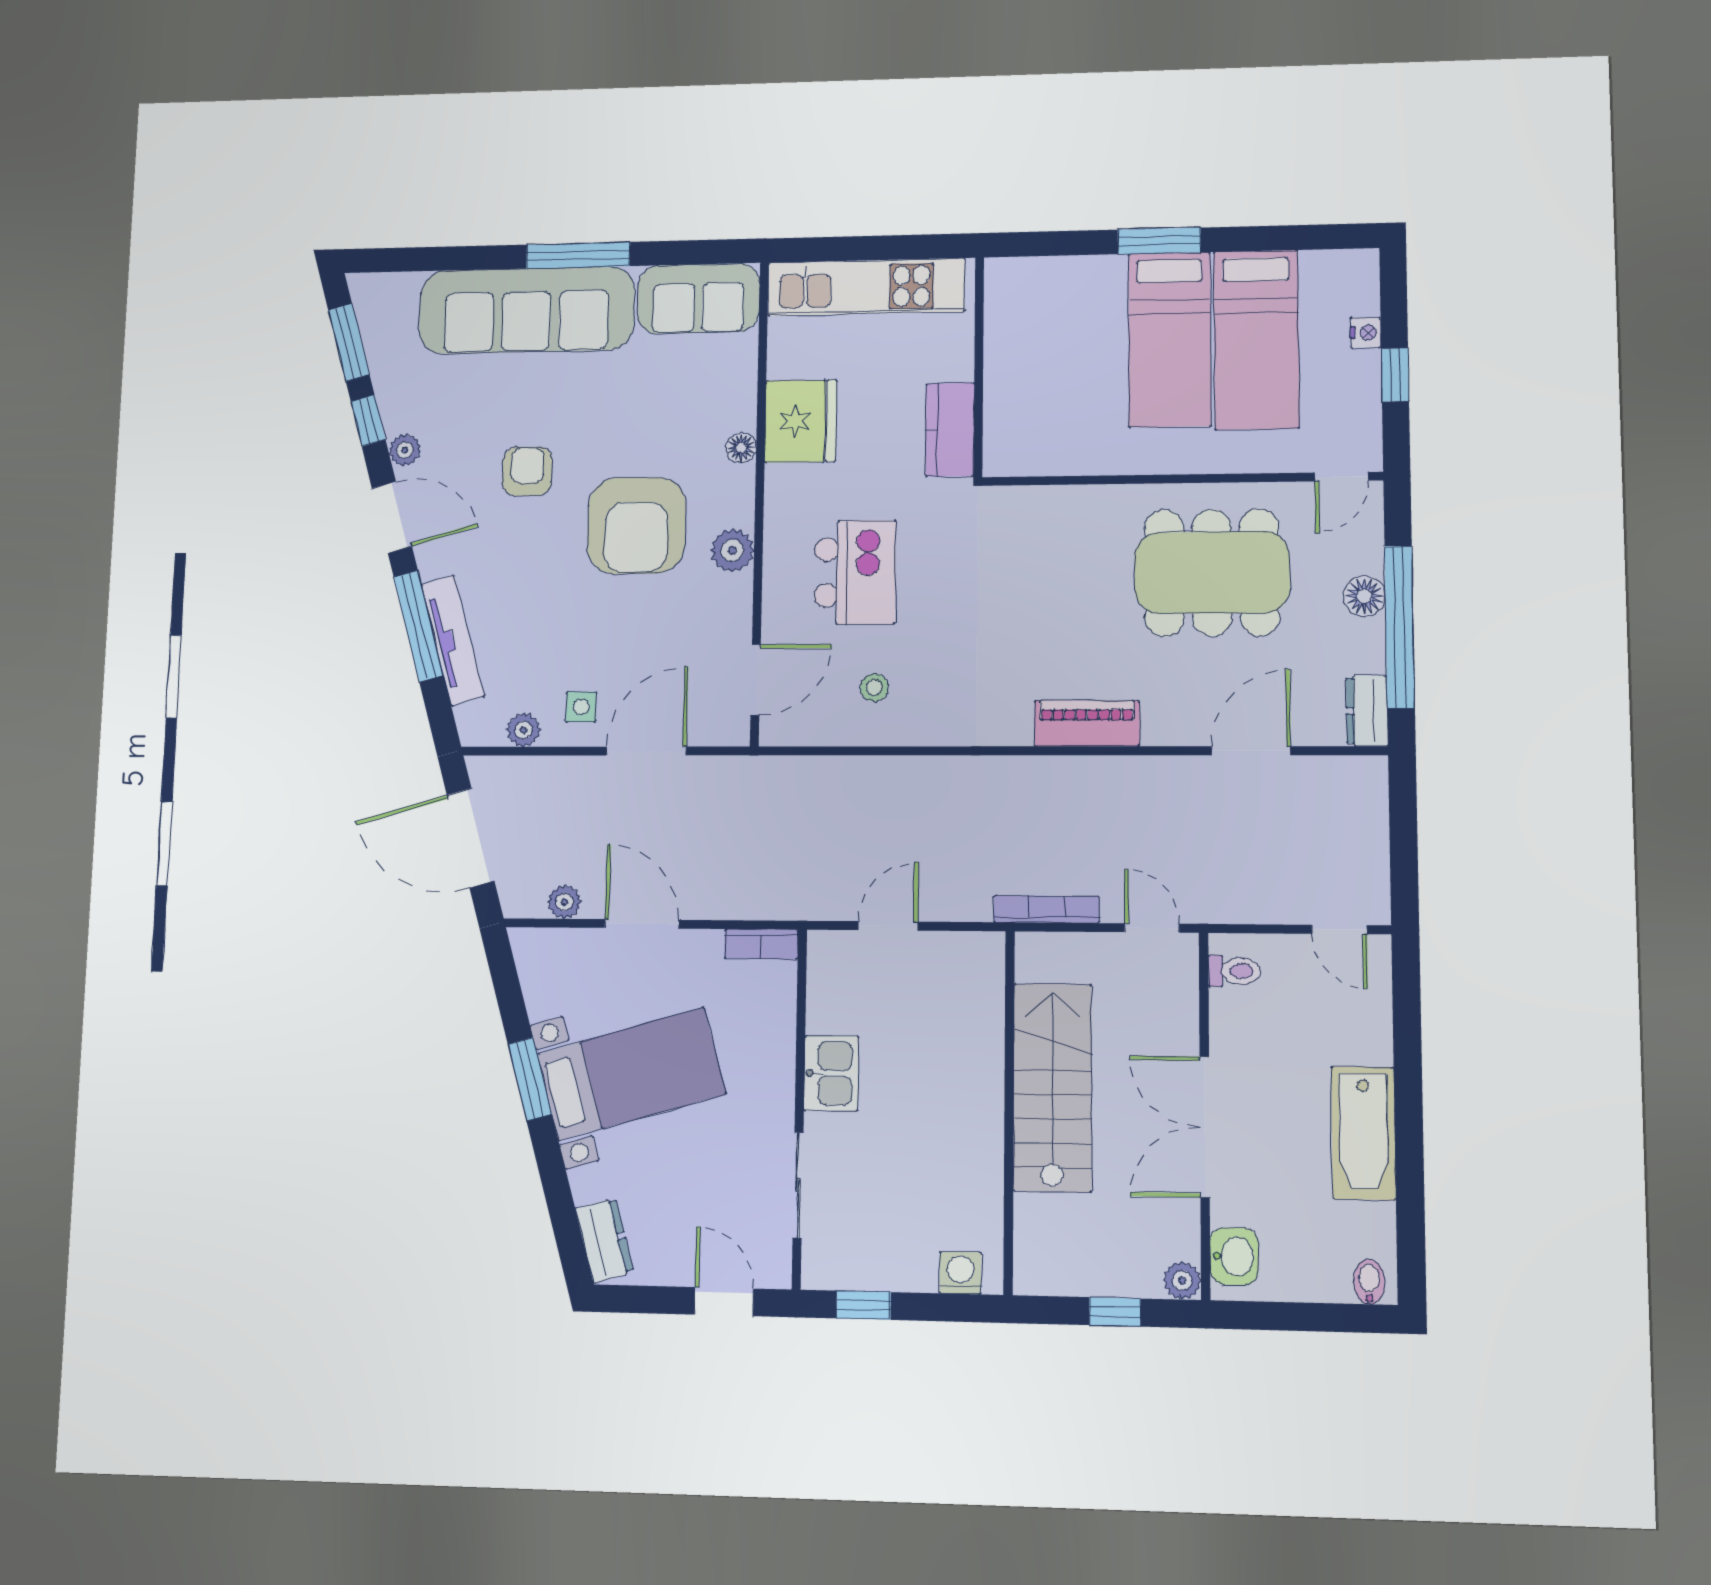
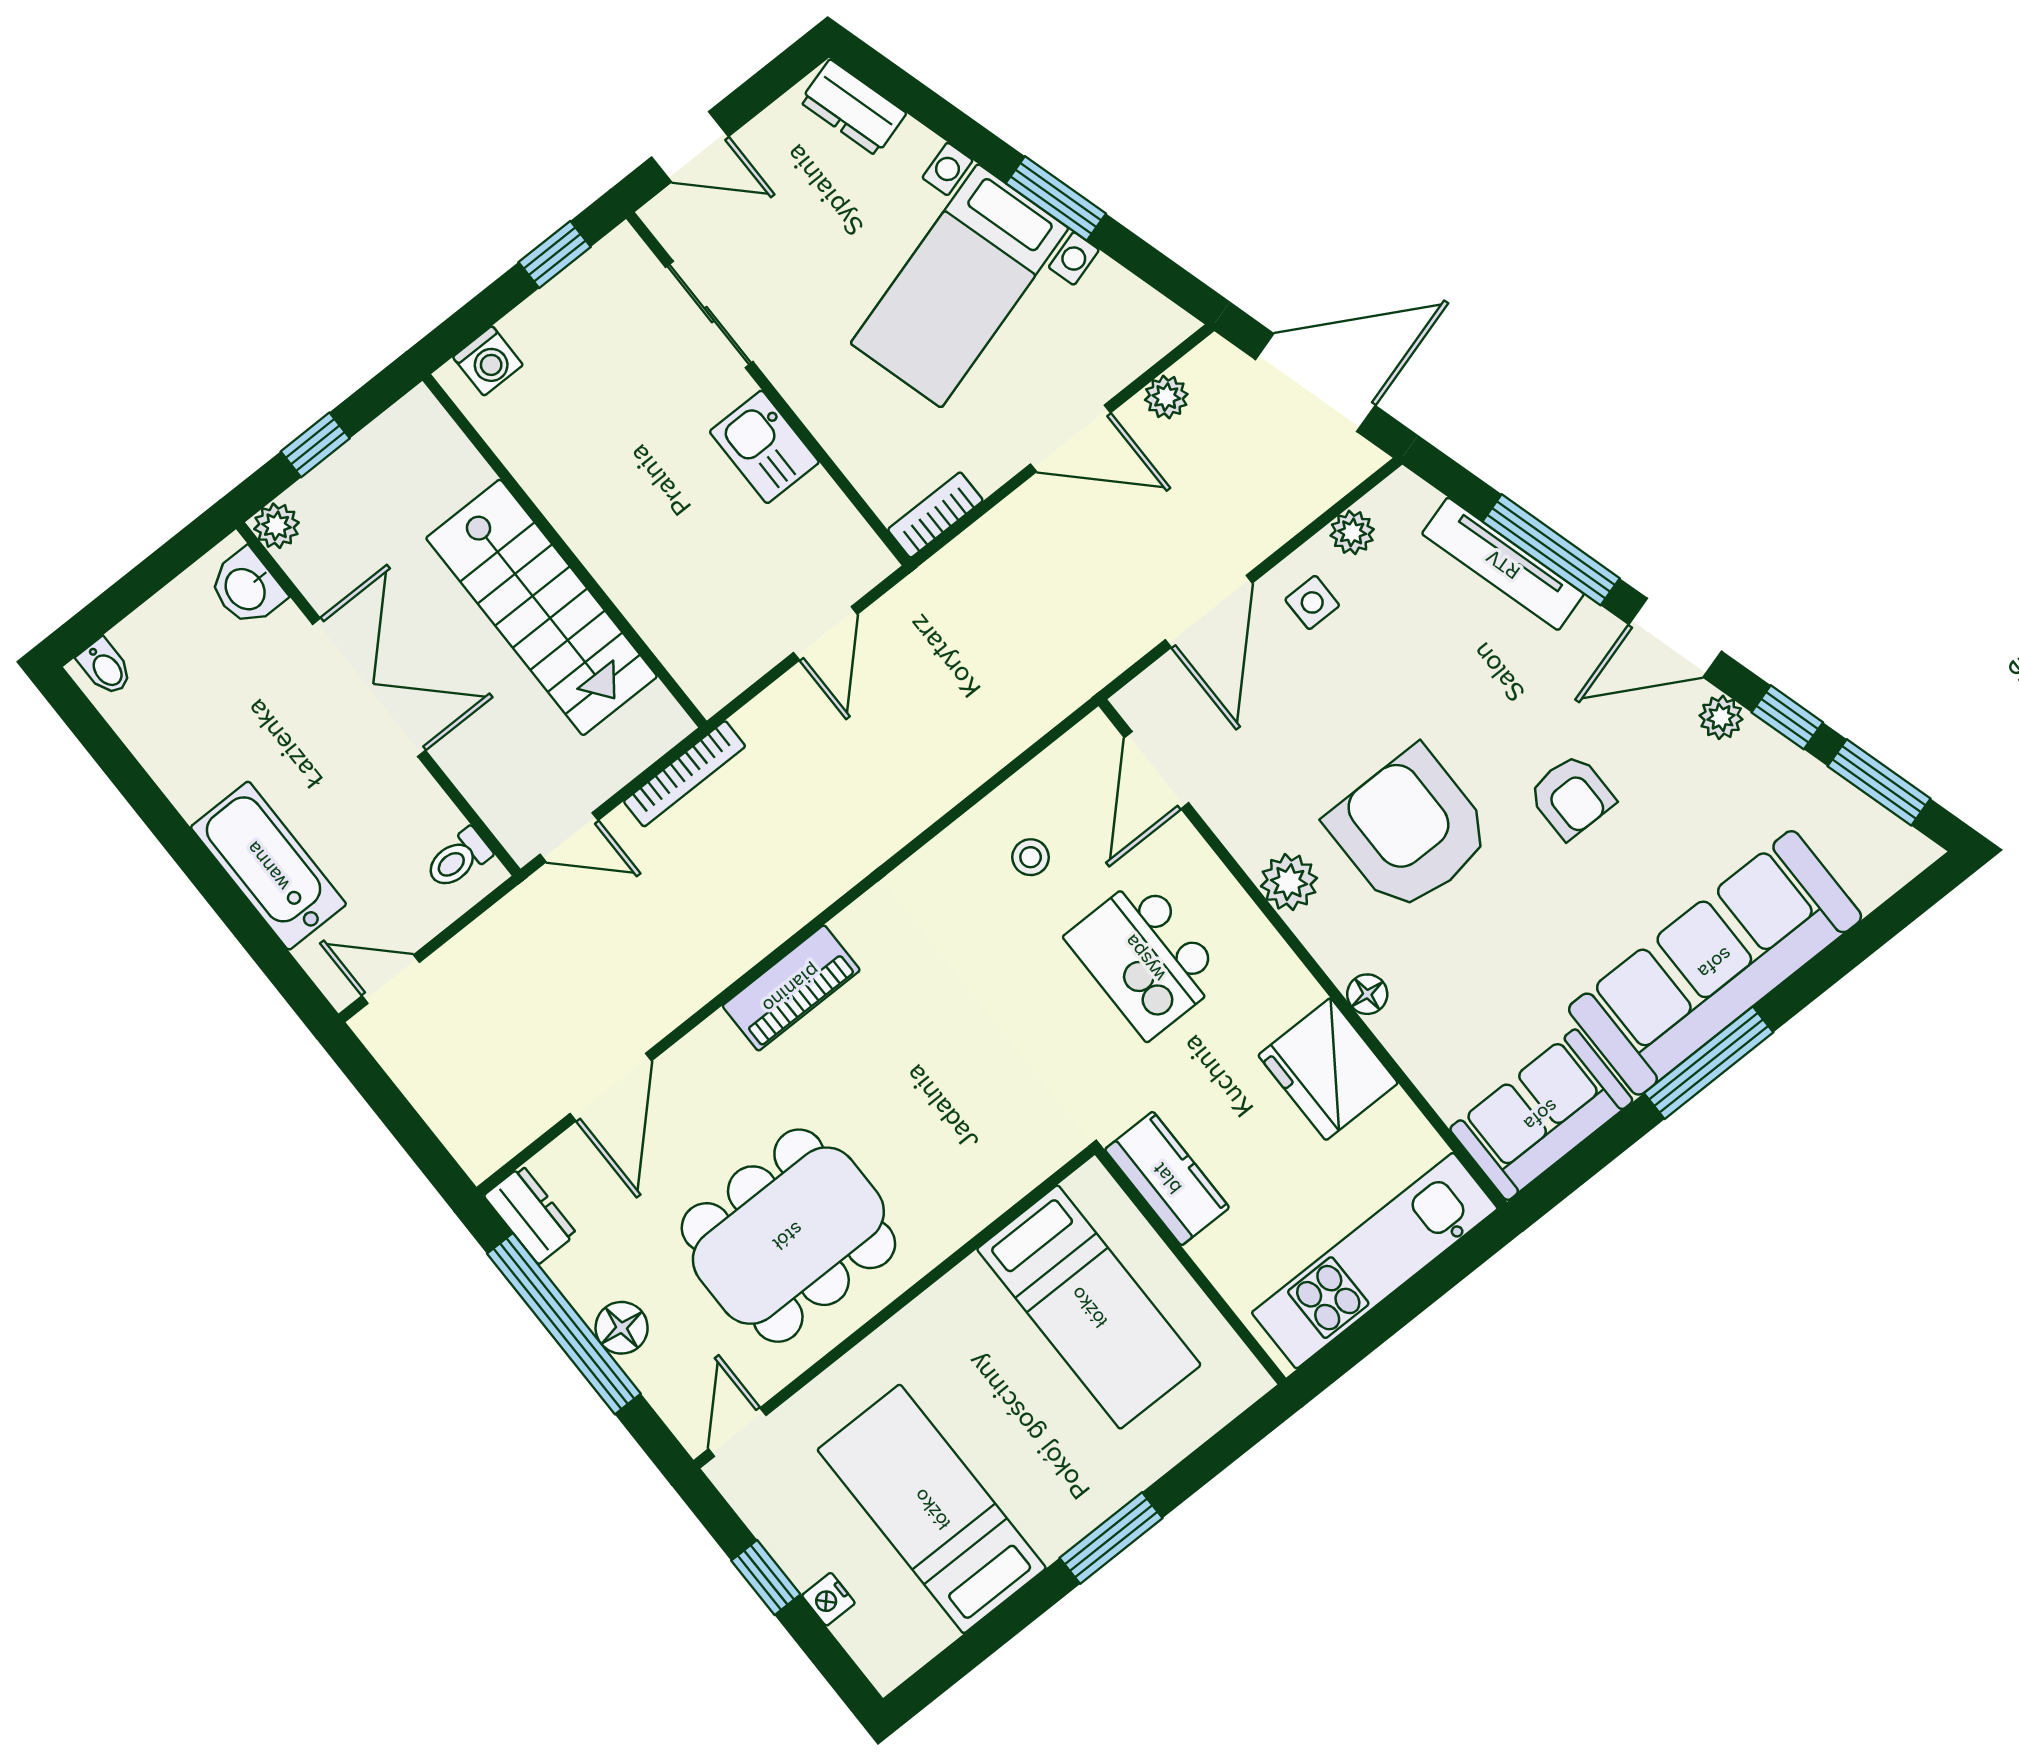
bed: (1170, 339) -> (1089, 1307), moved, turned 180
bathtub: (1363, 1133) -> (268, 866), moved

